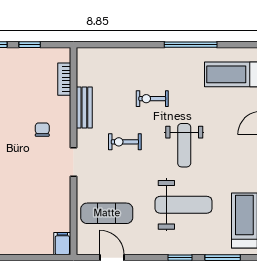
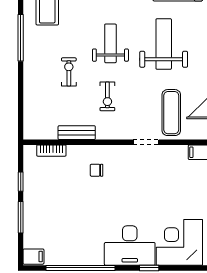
exercise bike: (152, 99) -> (69, 72), turned 180
weight bench: (184, 145) -> (110, 43), turned -90
doorway: (74, 162) -> (146, 142), moved

